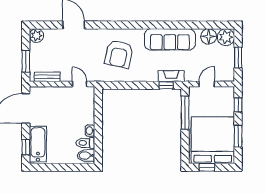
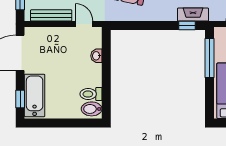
bench: (47, 77) -> (51, 15), width x1.36
washbasin: (90, 131) -> (96, 56), moved

